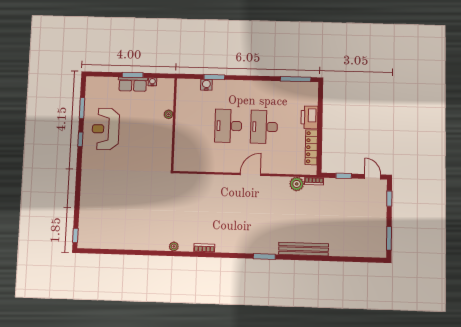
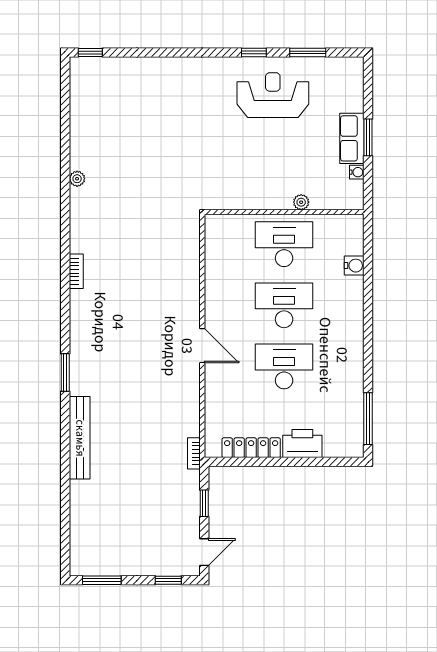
window: (214, 77) -> (368, 279), removed
desk: (193, 125) -> (284, 244), added
plant: (297, 184) -> (188, 424), removed
plant: (174, 246) -> (77, 179), moved

